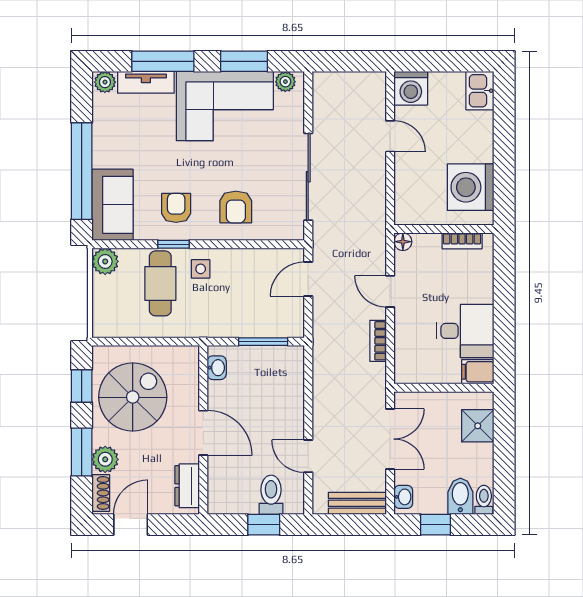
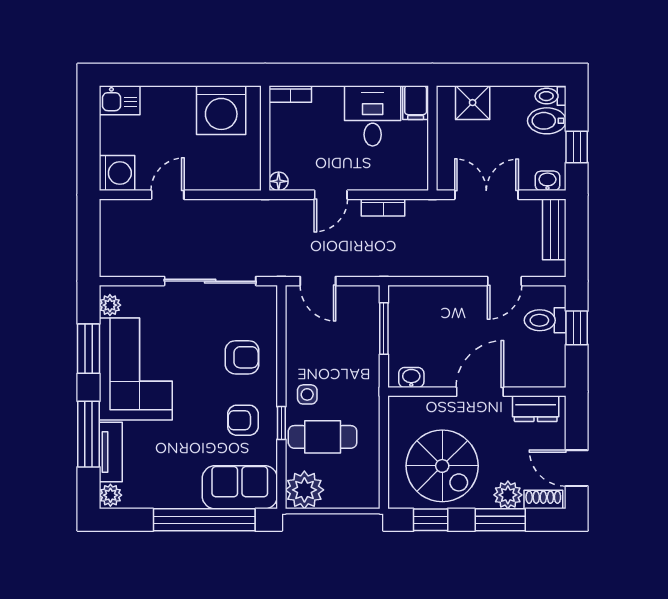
bookcase: (462, 241) -> (290, 94), moved, turned 90
plant: (105, 261) -> (304, 490), width x1.36, depth x1.36
spiral stairs: (133, 397) -> (442, 466), turned 180

